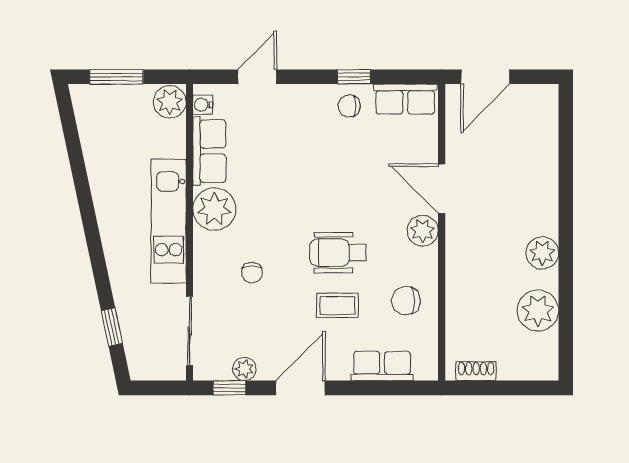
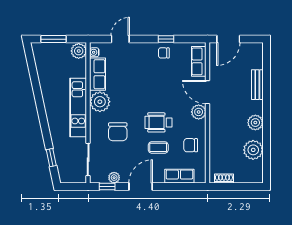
row of seats: (405, 99) -> (199, 61), moved, turned 90
bench: (546, 173) -> (257, 85), added
chair: (252, 272) -> (118, 132), width x1.87, depth x1.87

